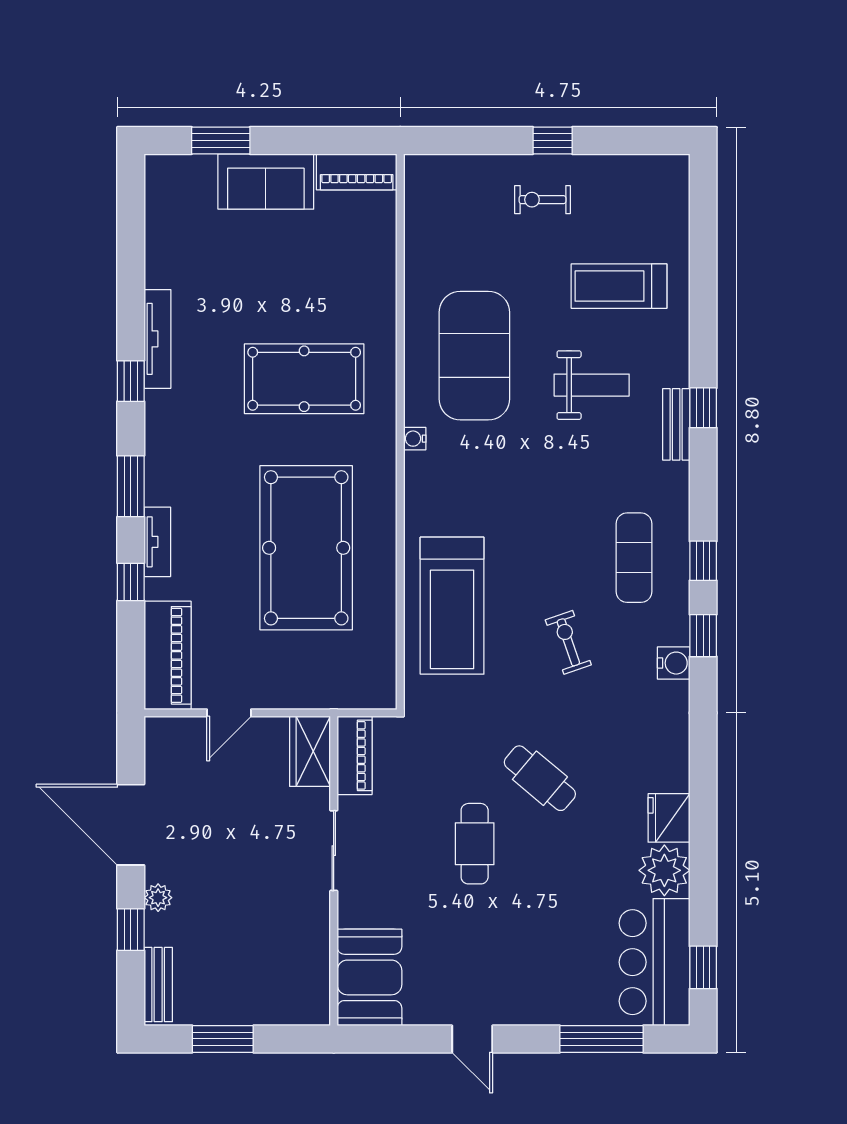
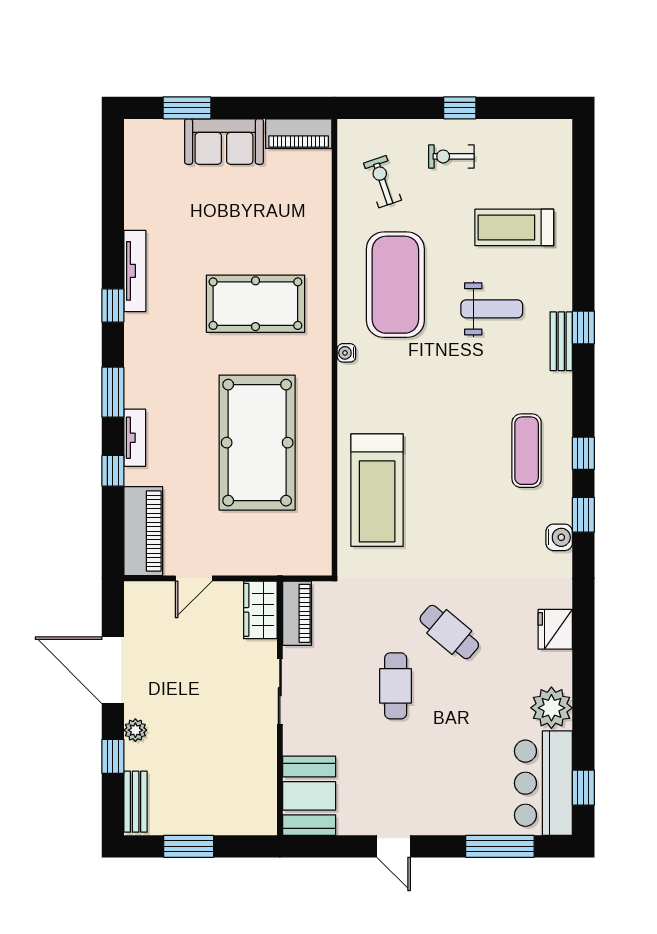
exercise bike: (568, 642) -> (382, 182), moved
fridge: (669, 818) -> (555, 629), moved

